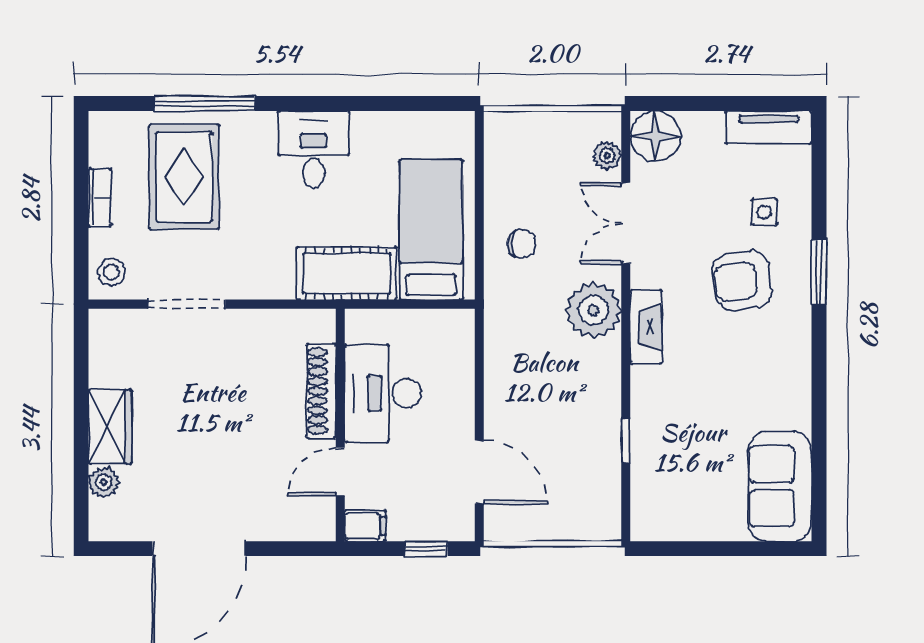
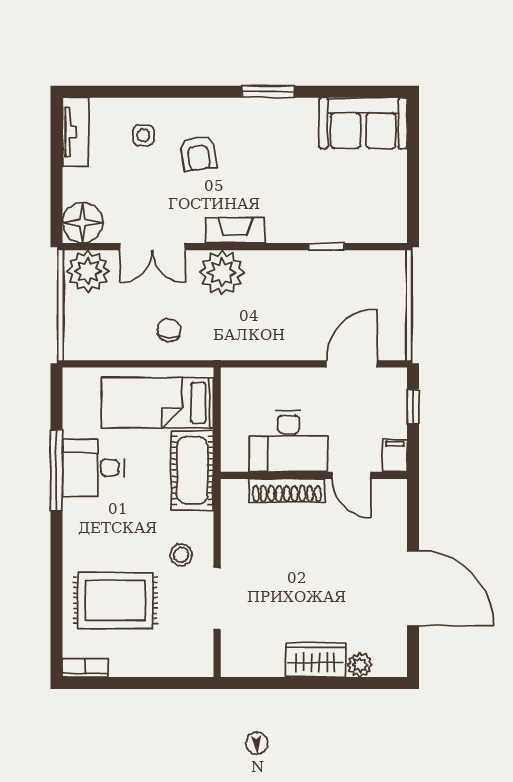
window: (205, 104) -> (56, 470), moved
desk: (314, 149) -> (93, 468), moved
plant: (607, 155) -> (88, 271), width x1.88, depth x1.88
bookcase: (100, 198) -> (85, 668), moved
stool: (111, 272) -> (181, 555), moved
window: (819, 272) -> (268, 92), moved
armchair: (742, 281) -> (198, 153), width x0.72, depth x0.72

